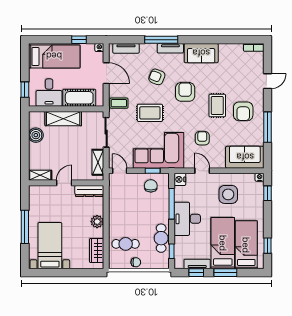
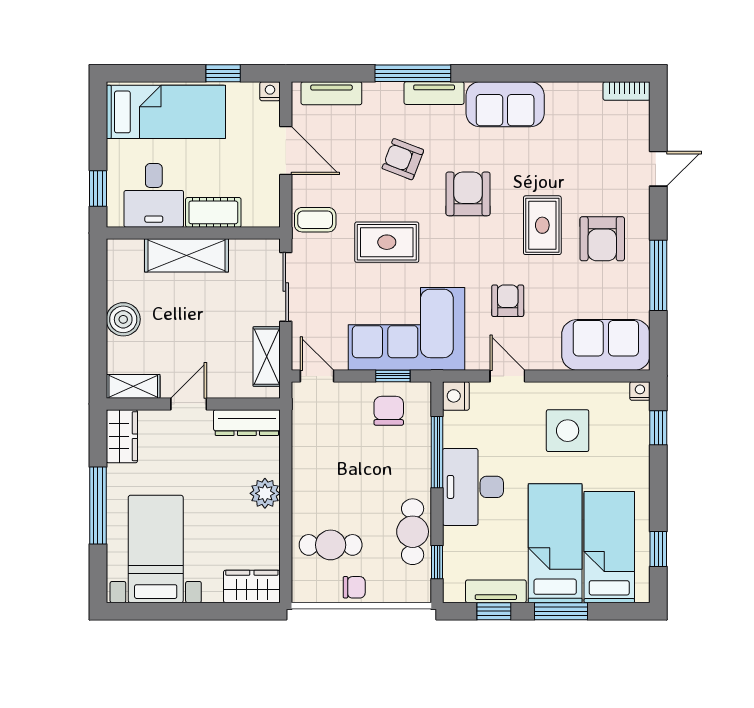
cot: (79, 98) -> (213, 212), width x0.73, depth x0.75
boiler: (36, 135) -> (123, 319), moved
wardrobe: (35, 197) -> (122, 436), added
wardrobe: (97, 250) -> (252, 586), moved, turned 90

